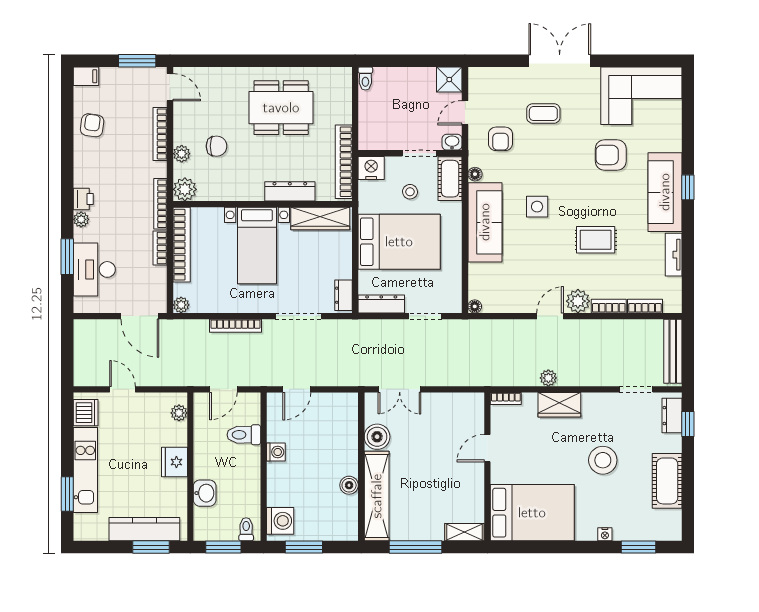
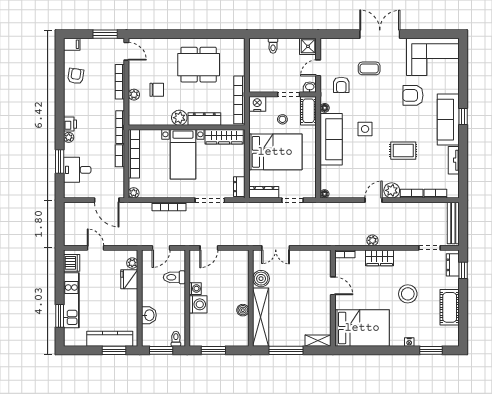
toilet: (365, 79) -> (273, 46), moved
plant: (185, 189) -> (179, 118), moved
desk: (94, 269) -> (77, 170), width x0.73
door: (487, 448) -> (333, 286), swing flipped
fridge: (174, 462) -> (129, 279), moved
washing machine: (280, 521) -> (198, 304), moved

